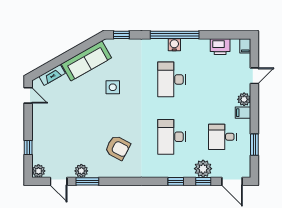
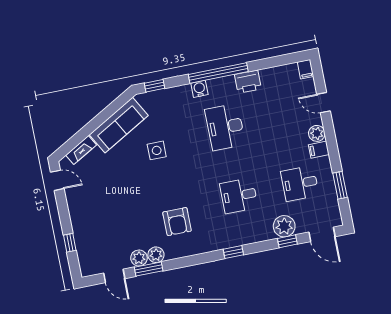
water cooler: (174, 45) -> (199, 89), moved
printer: (220, 47) -> (248, 82), moved
door: (254, 76) -> (324, 103), swing flipped
desk: (172, 137) -> (239, 196), width x0.73
armchair: (118, 148) -> (177, 222), turned 62
plant: (38, 171) -> (156, 255), moved
window: (176, 181) -> (233, 252), moved

